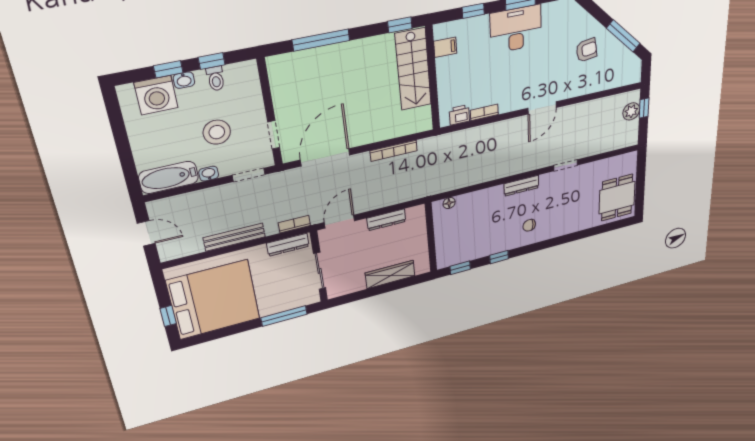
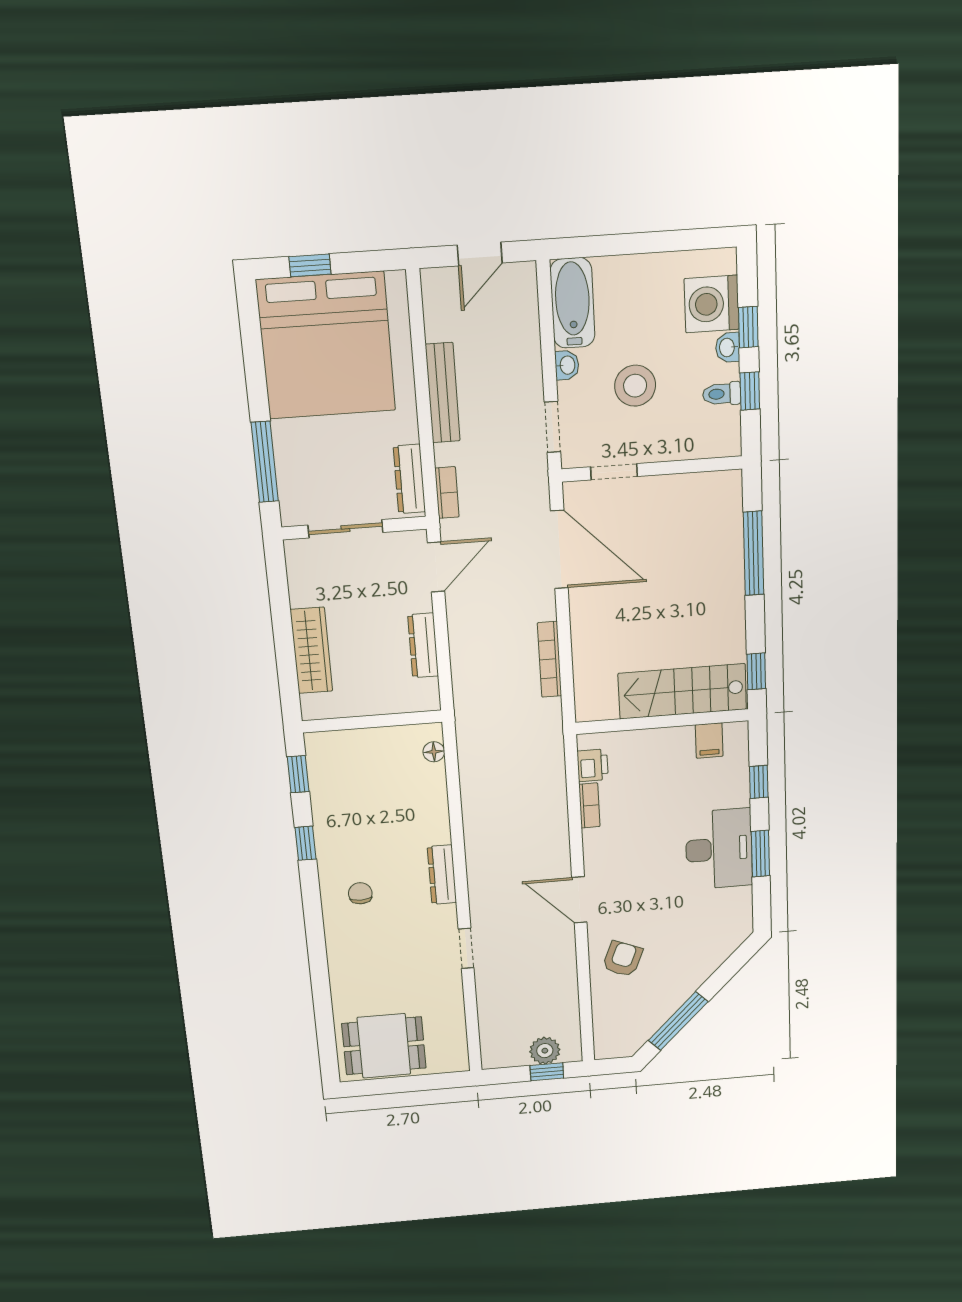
armchair: (586, 50) -> (622, 959), moved, turned -150
door: (339, 222) -> (436, 567), hinge flipped

